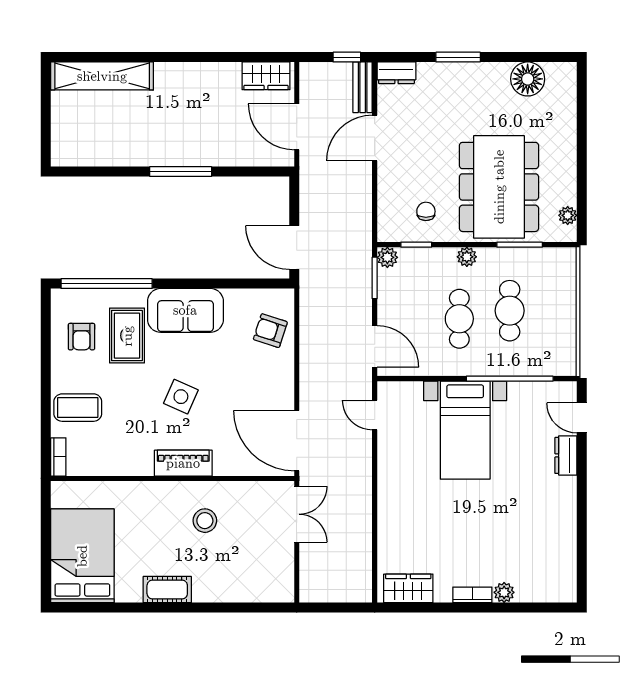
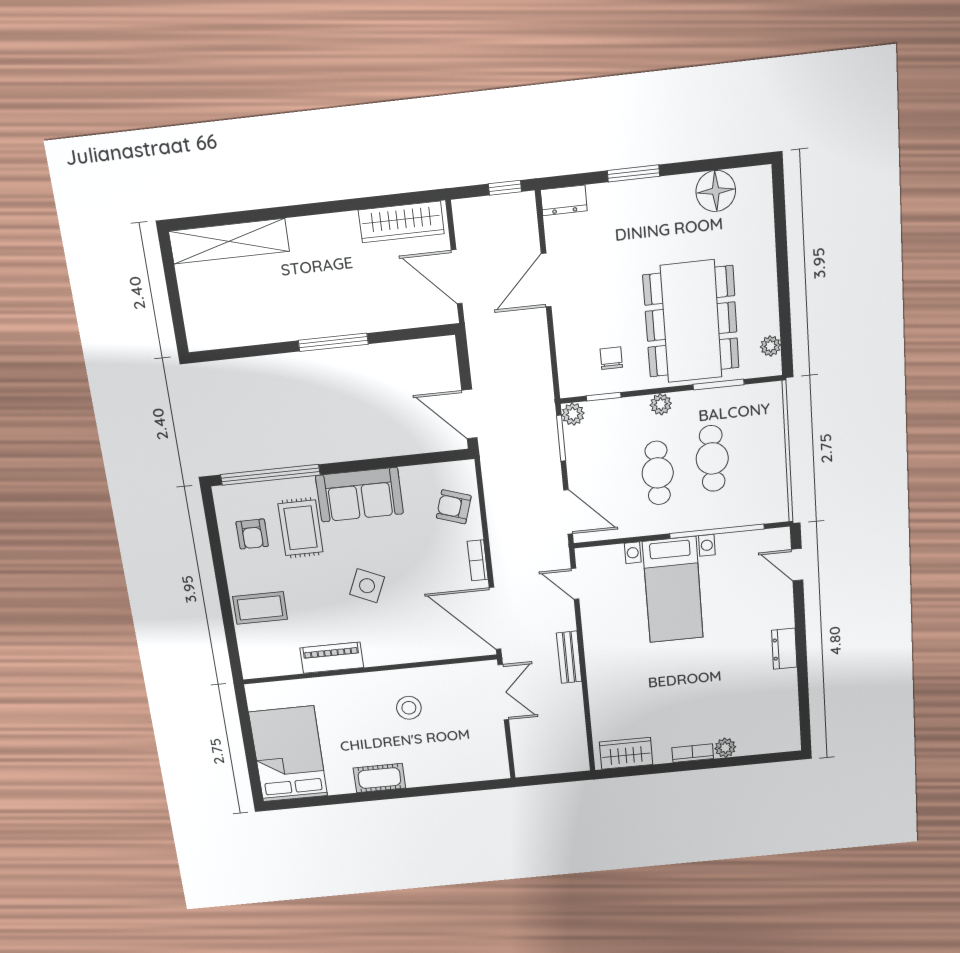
wardrobe: (266, 76) -> (401, 222), width x1.50
bench: (363, 87) -> (569, 657), moved
dresser: (566, 455) -> (784, 649), moved
bookcase: (58, 457) -> (478, 560), moved, turned 180
piano: (183, 463) -> (332, 658), moved

